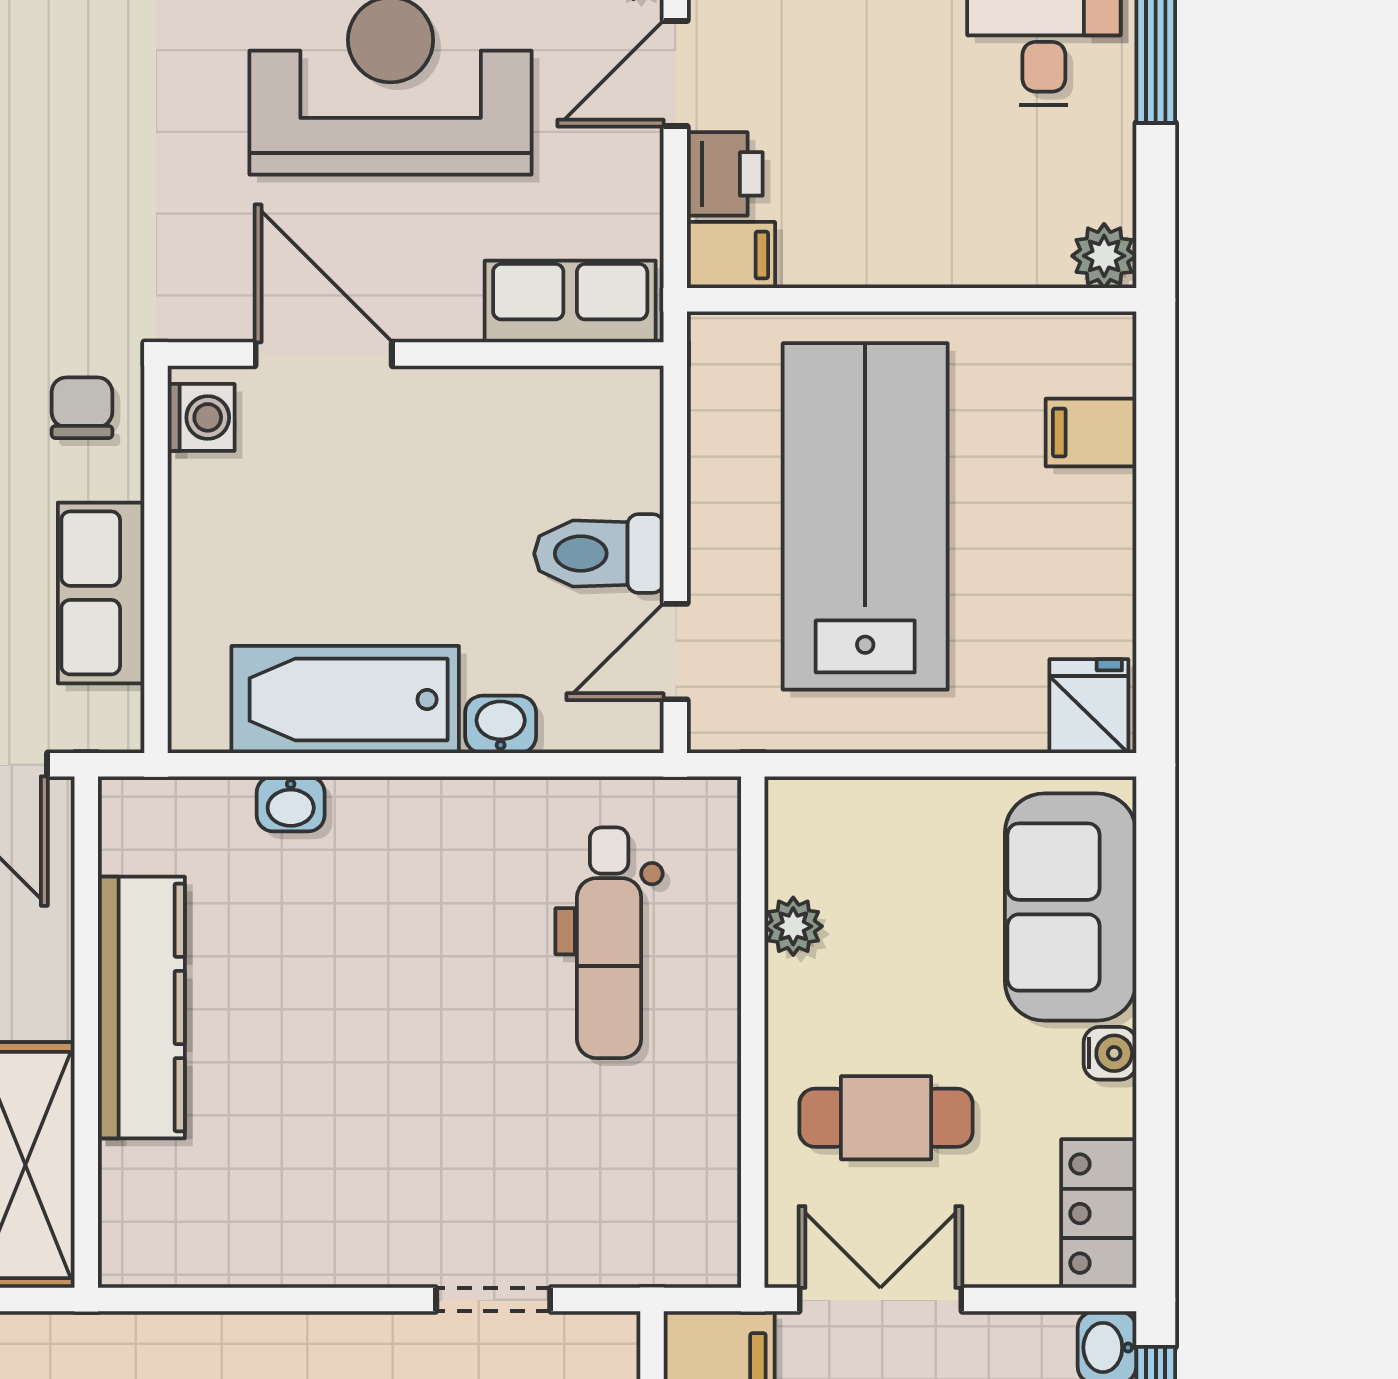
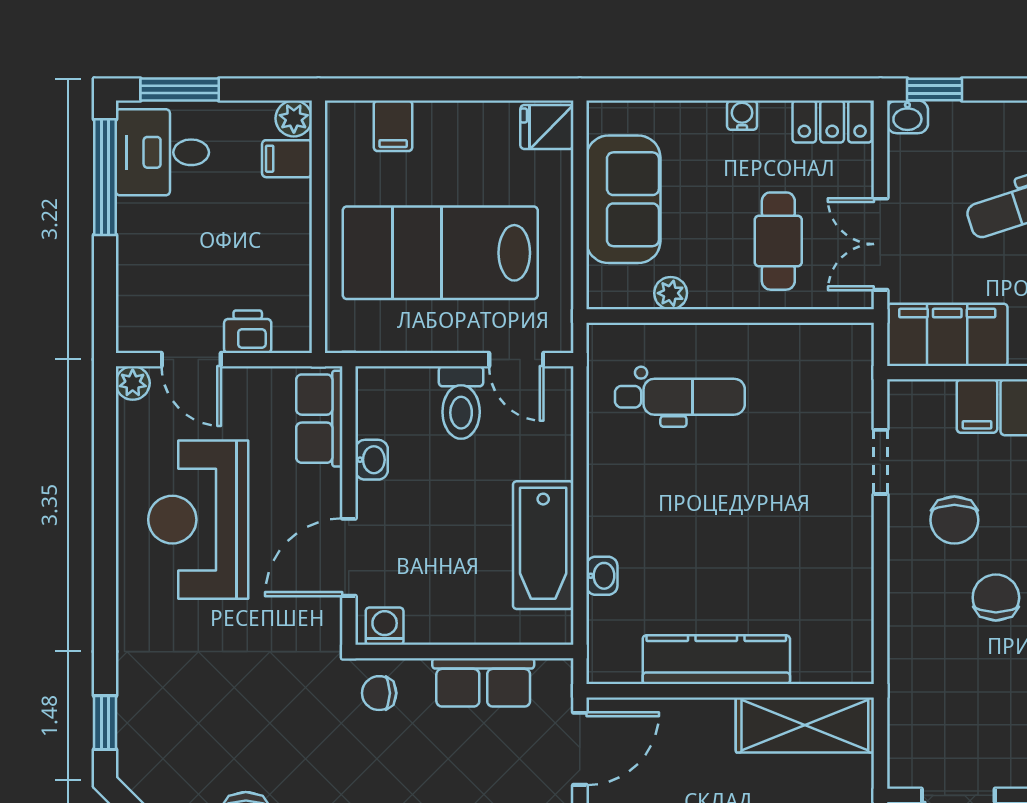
filing cabinet: (731, 255) -> (287, 159), moved, turned -90
washbasin: (501, 724) -> (372, 460), moved, turned 180
sofa: (1071, 907) -> (623, 199), moved, turned -90

